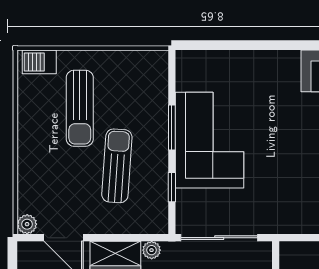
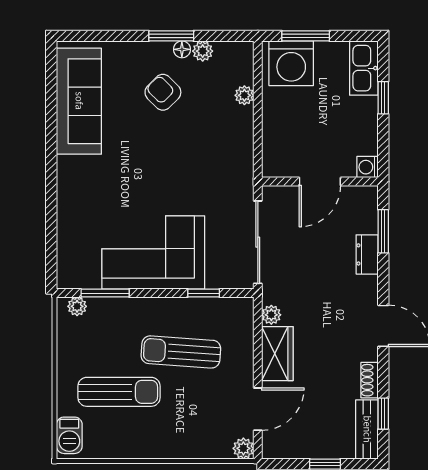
plant: (159, 69) -> (77, 306), added
window: (172, 128) -> (105, 293), moved

